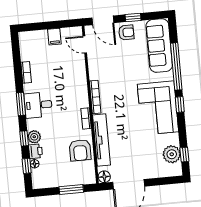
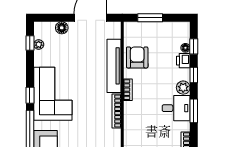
plant: (34, 137) -> (183, 88), moved
plant: (172, 154) -> (39, 45), width x0.53, depth x0.53
floor lamp: (104, 177) -> (62, 28), moved

